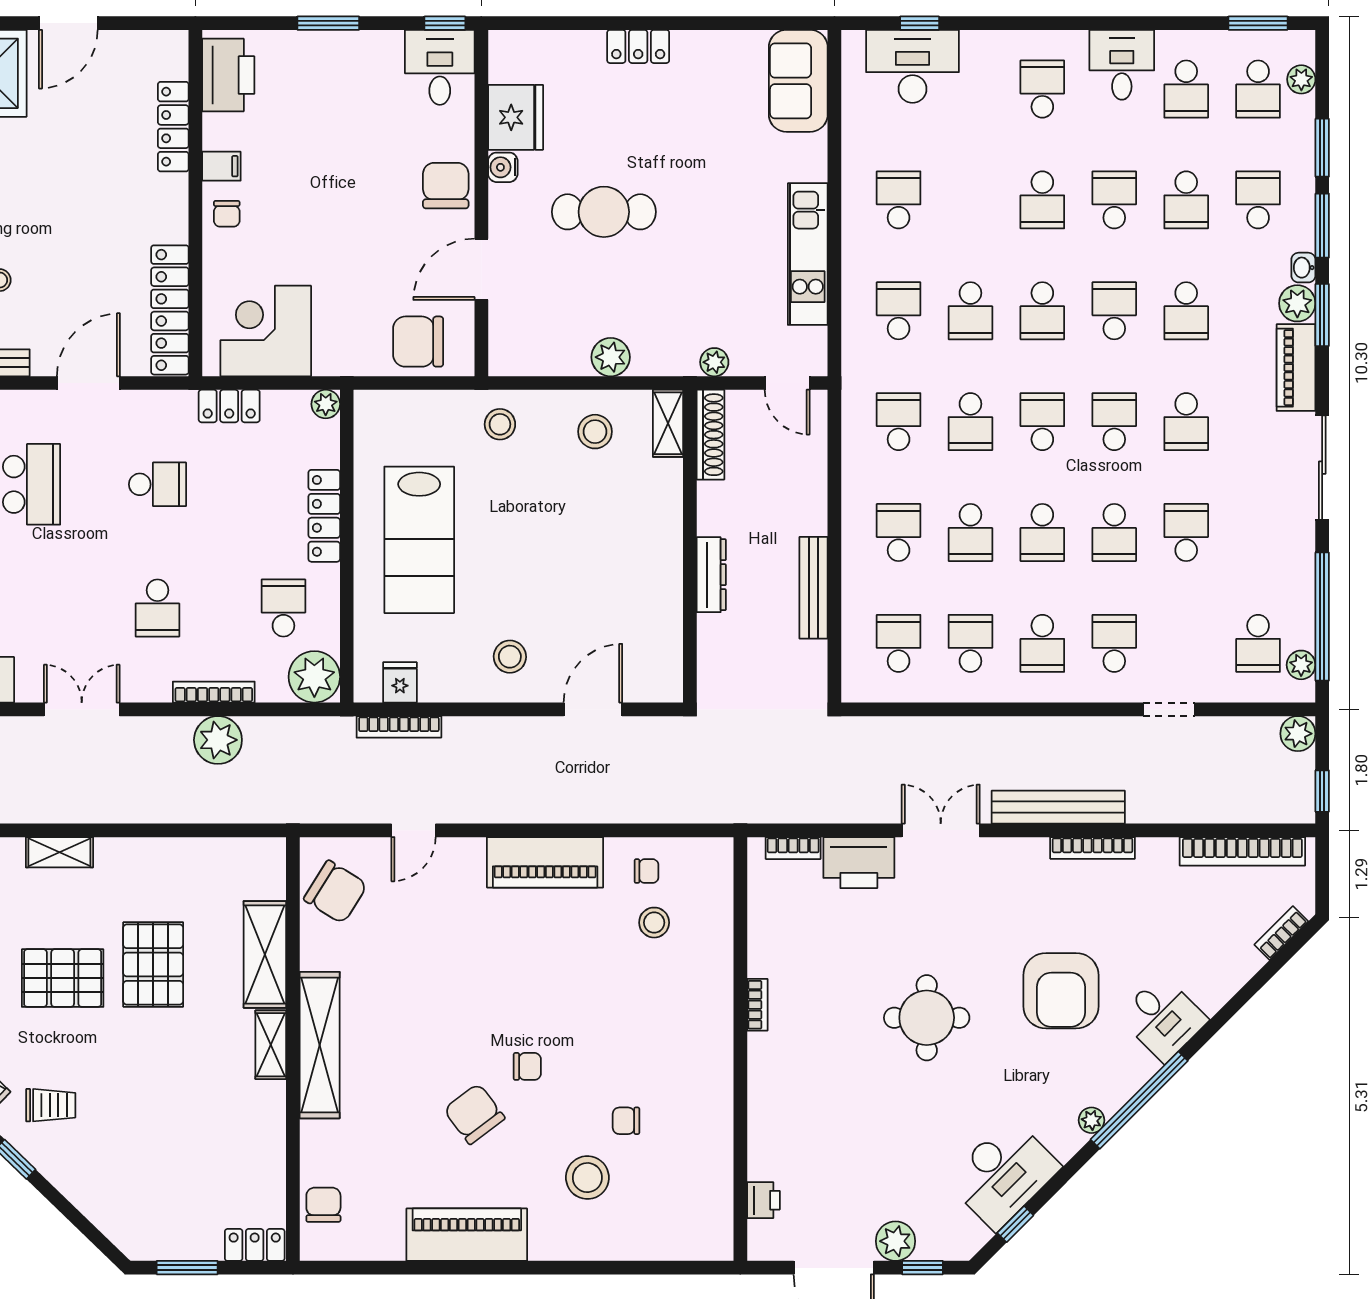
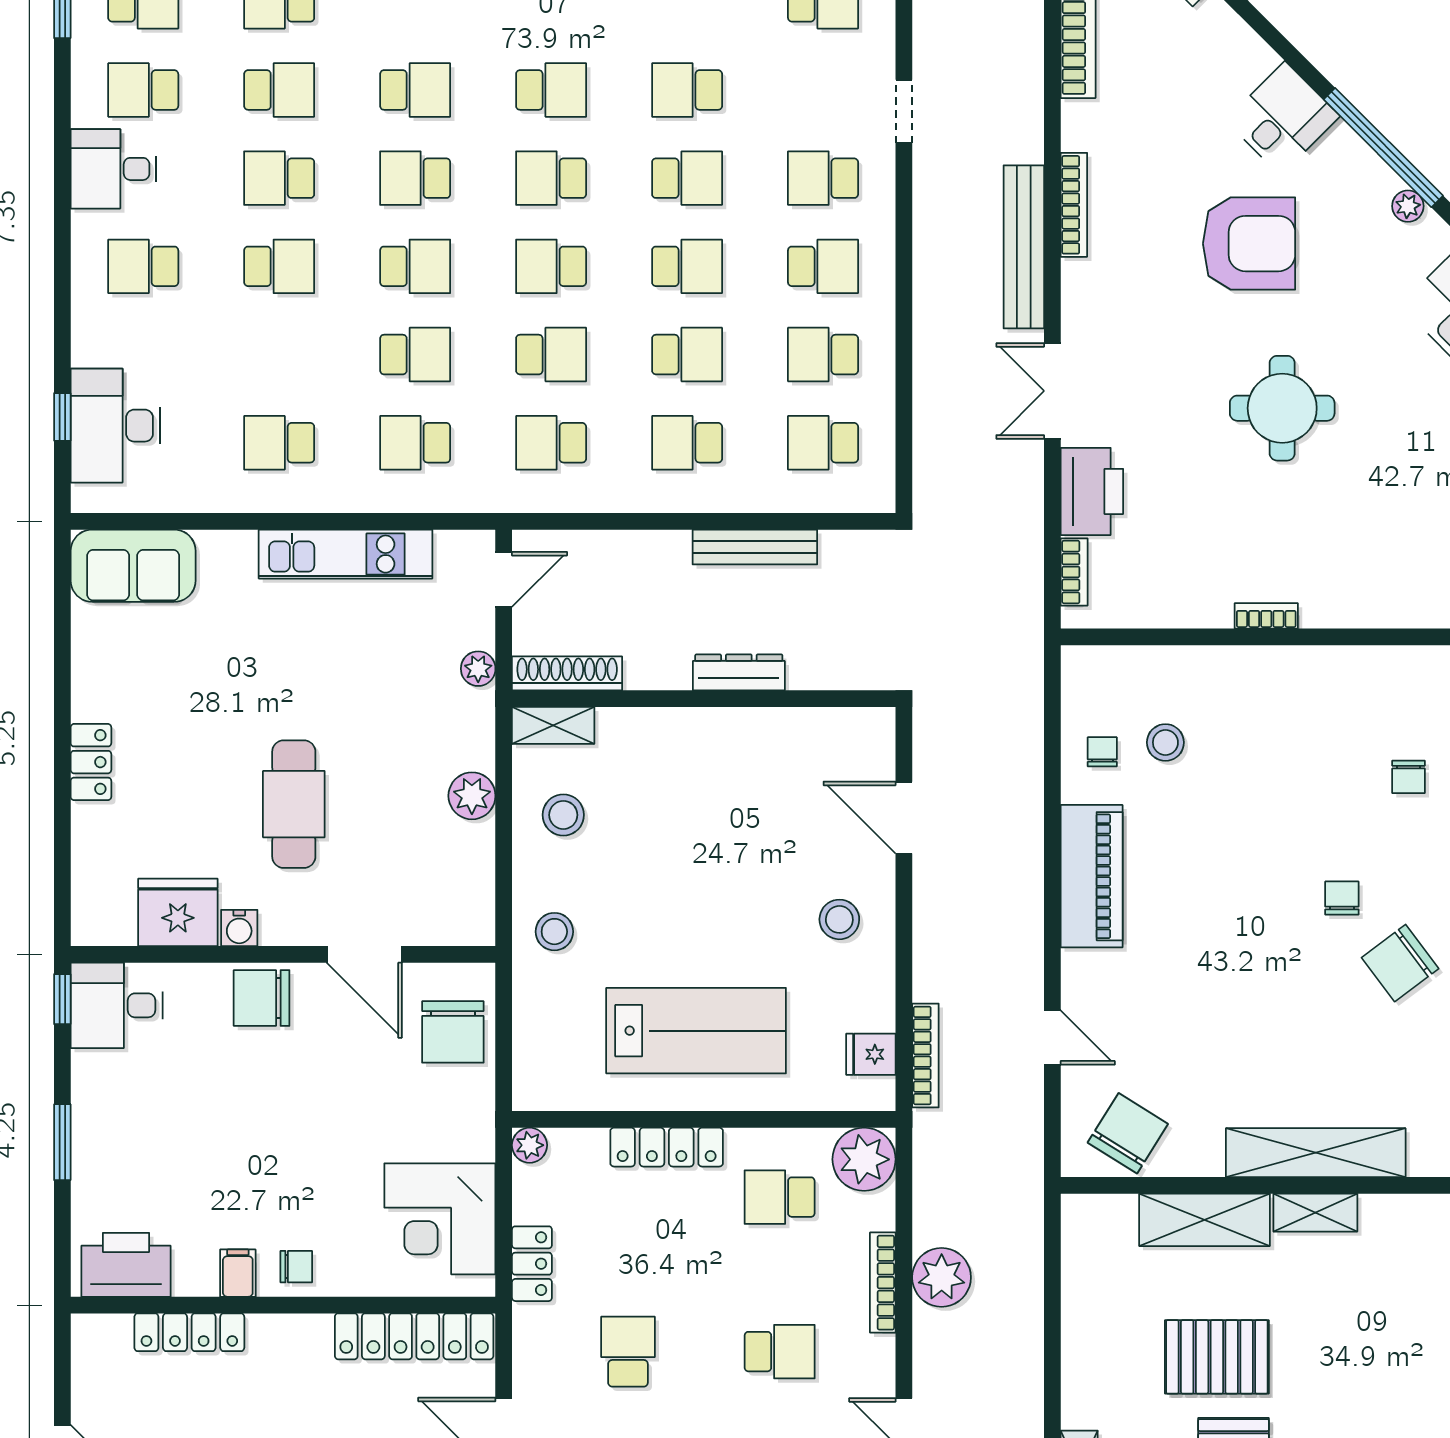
school desk: (1186, 89) -> (143, 90), turned 180

